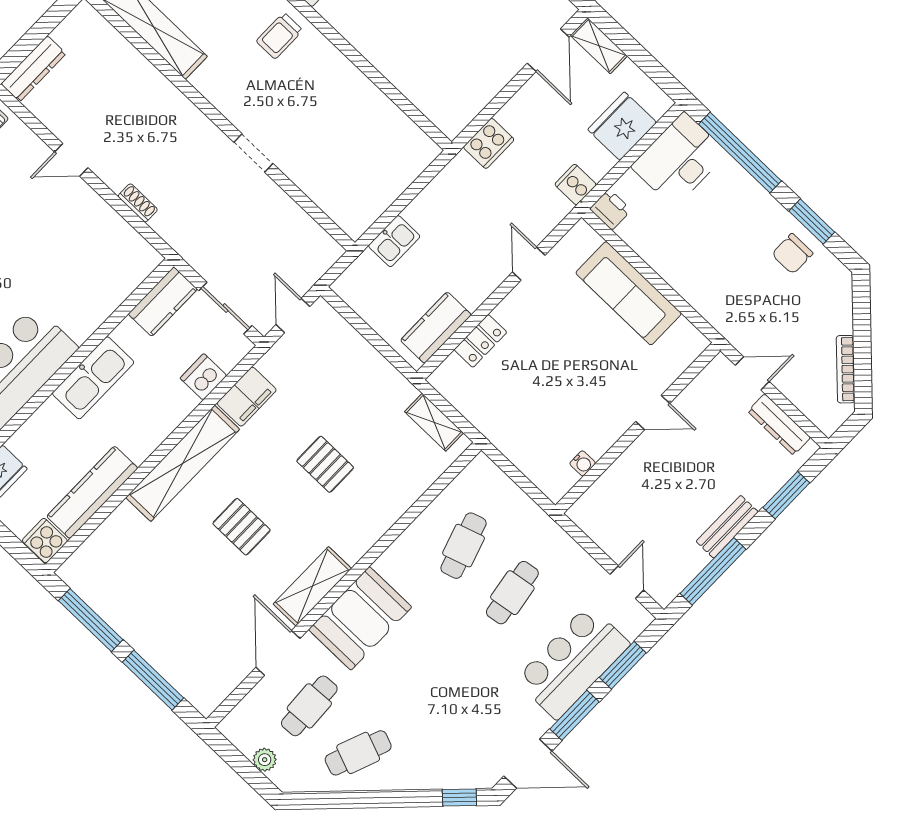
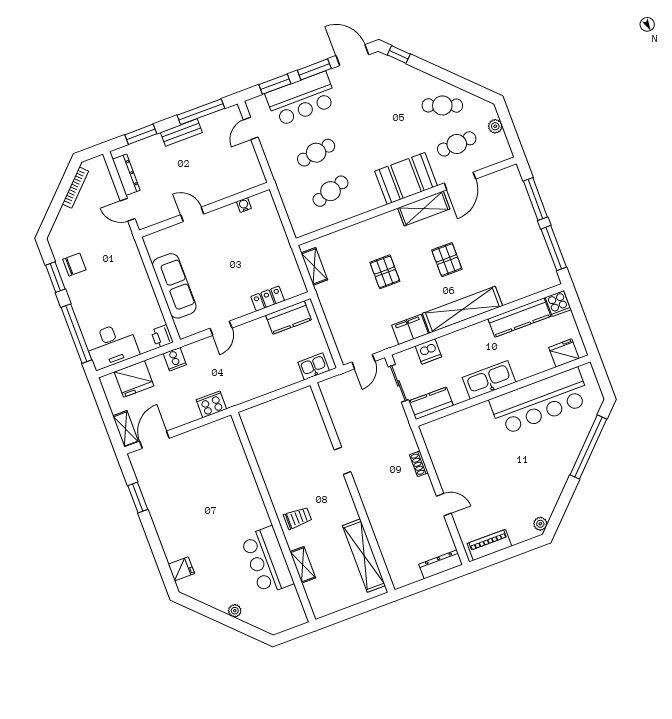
kitchen sink: (394, 241) -> (314, 366), moved

